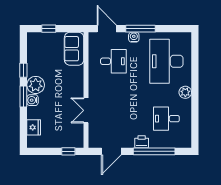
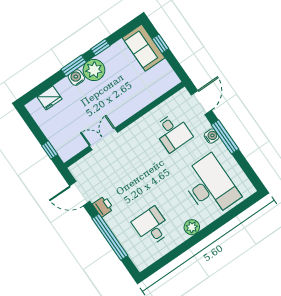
sofa: (74, 49) -> (144, 48), moved, turned -90
desk: (166, 61) -> (210, 186), turned 90
printer: (142, 142) -> (103, 206), moved

